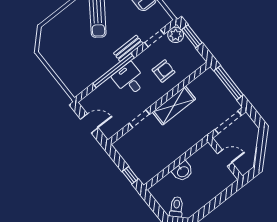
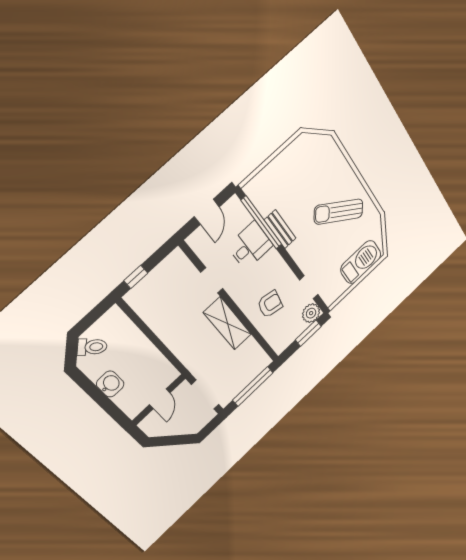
bench: (128, 48) -> (280, 229), moved
window: (114, 71) -> (261, 223), moved
armchair: (164, 71) -> (270, 304), turned -79
desk: (129, 79) -> (250, 246), moved
washbasin: (183, 171) -> (110, 384), moved, turned 180

